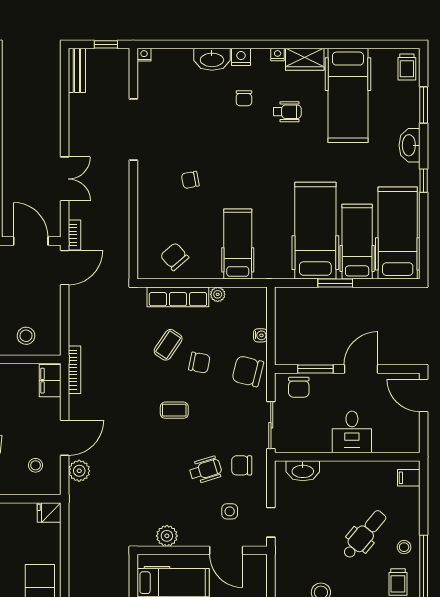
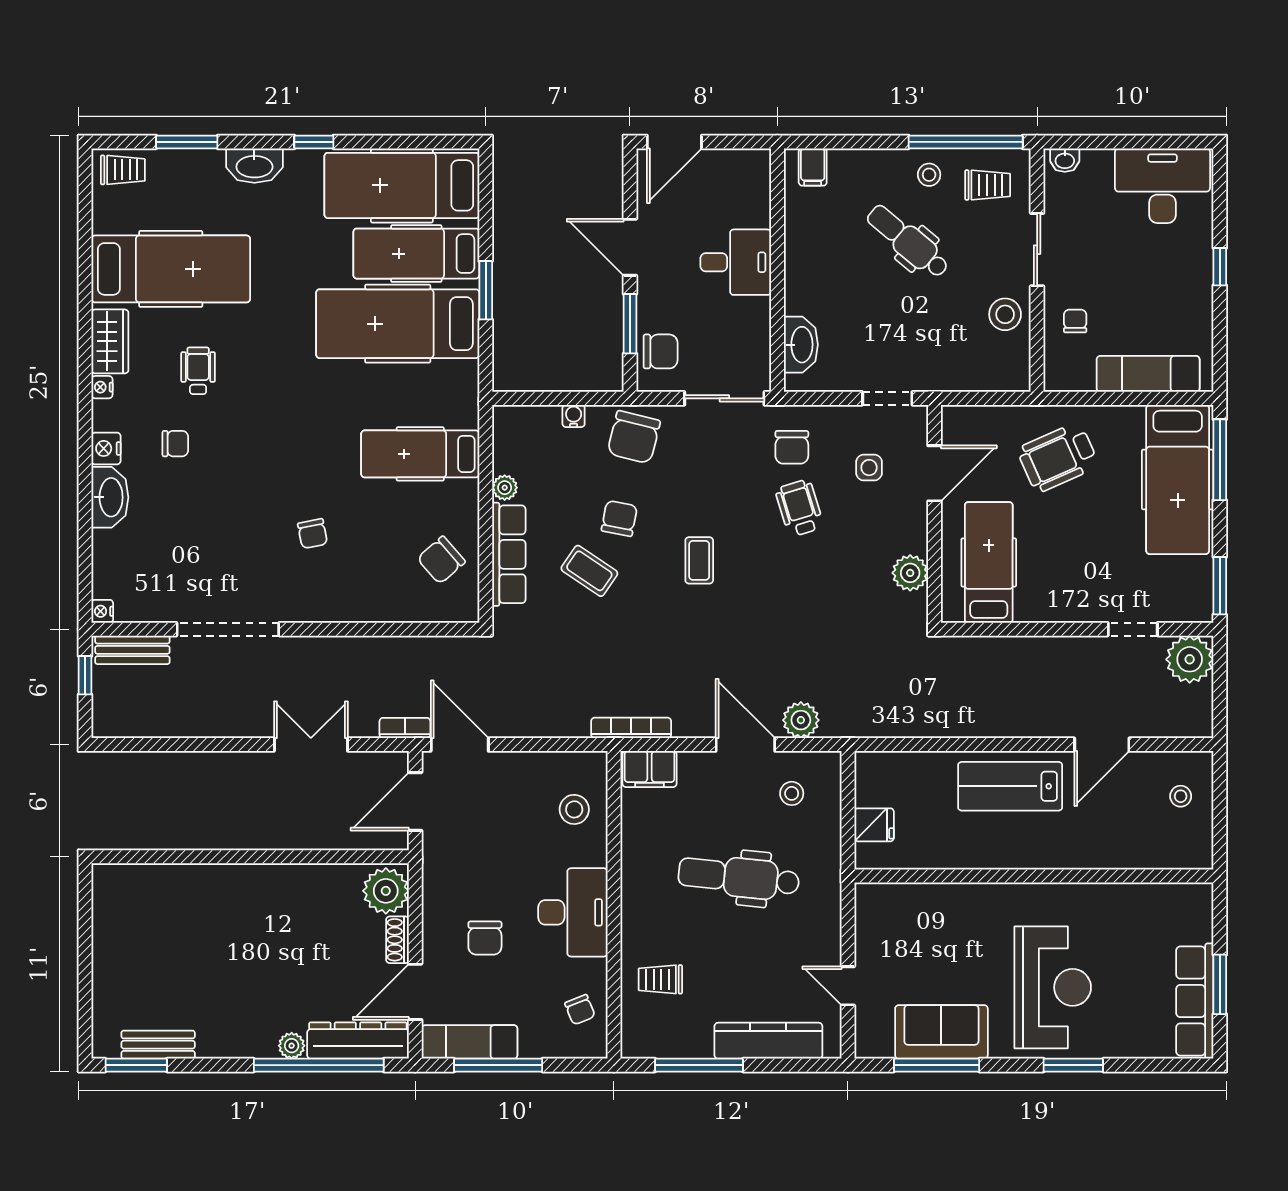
bench: (77, 70) -> (132, 650), moved
fridge: (49, 512) -> (874, 825), moved, turned -90

